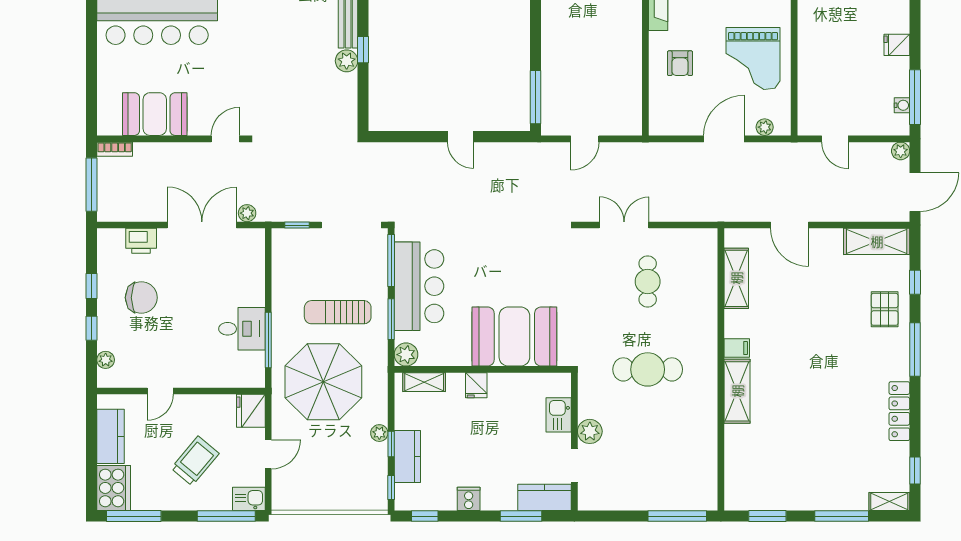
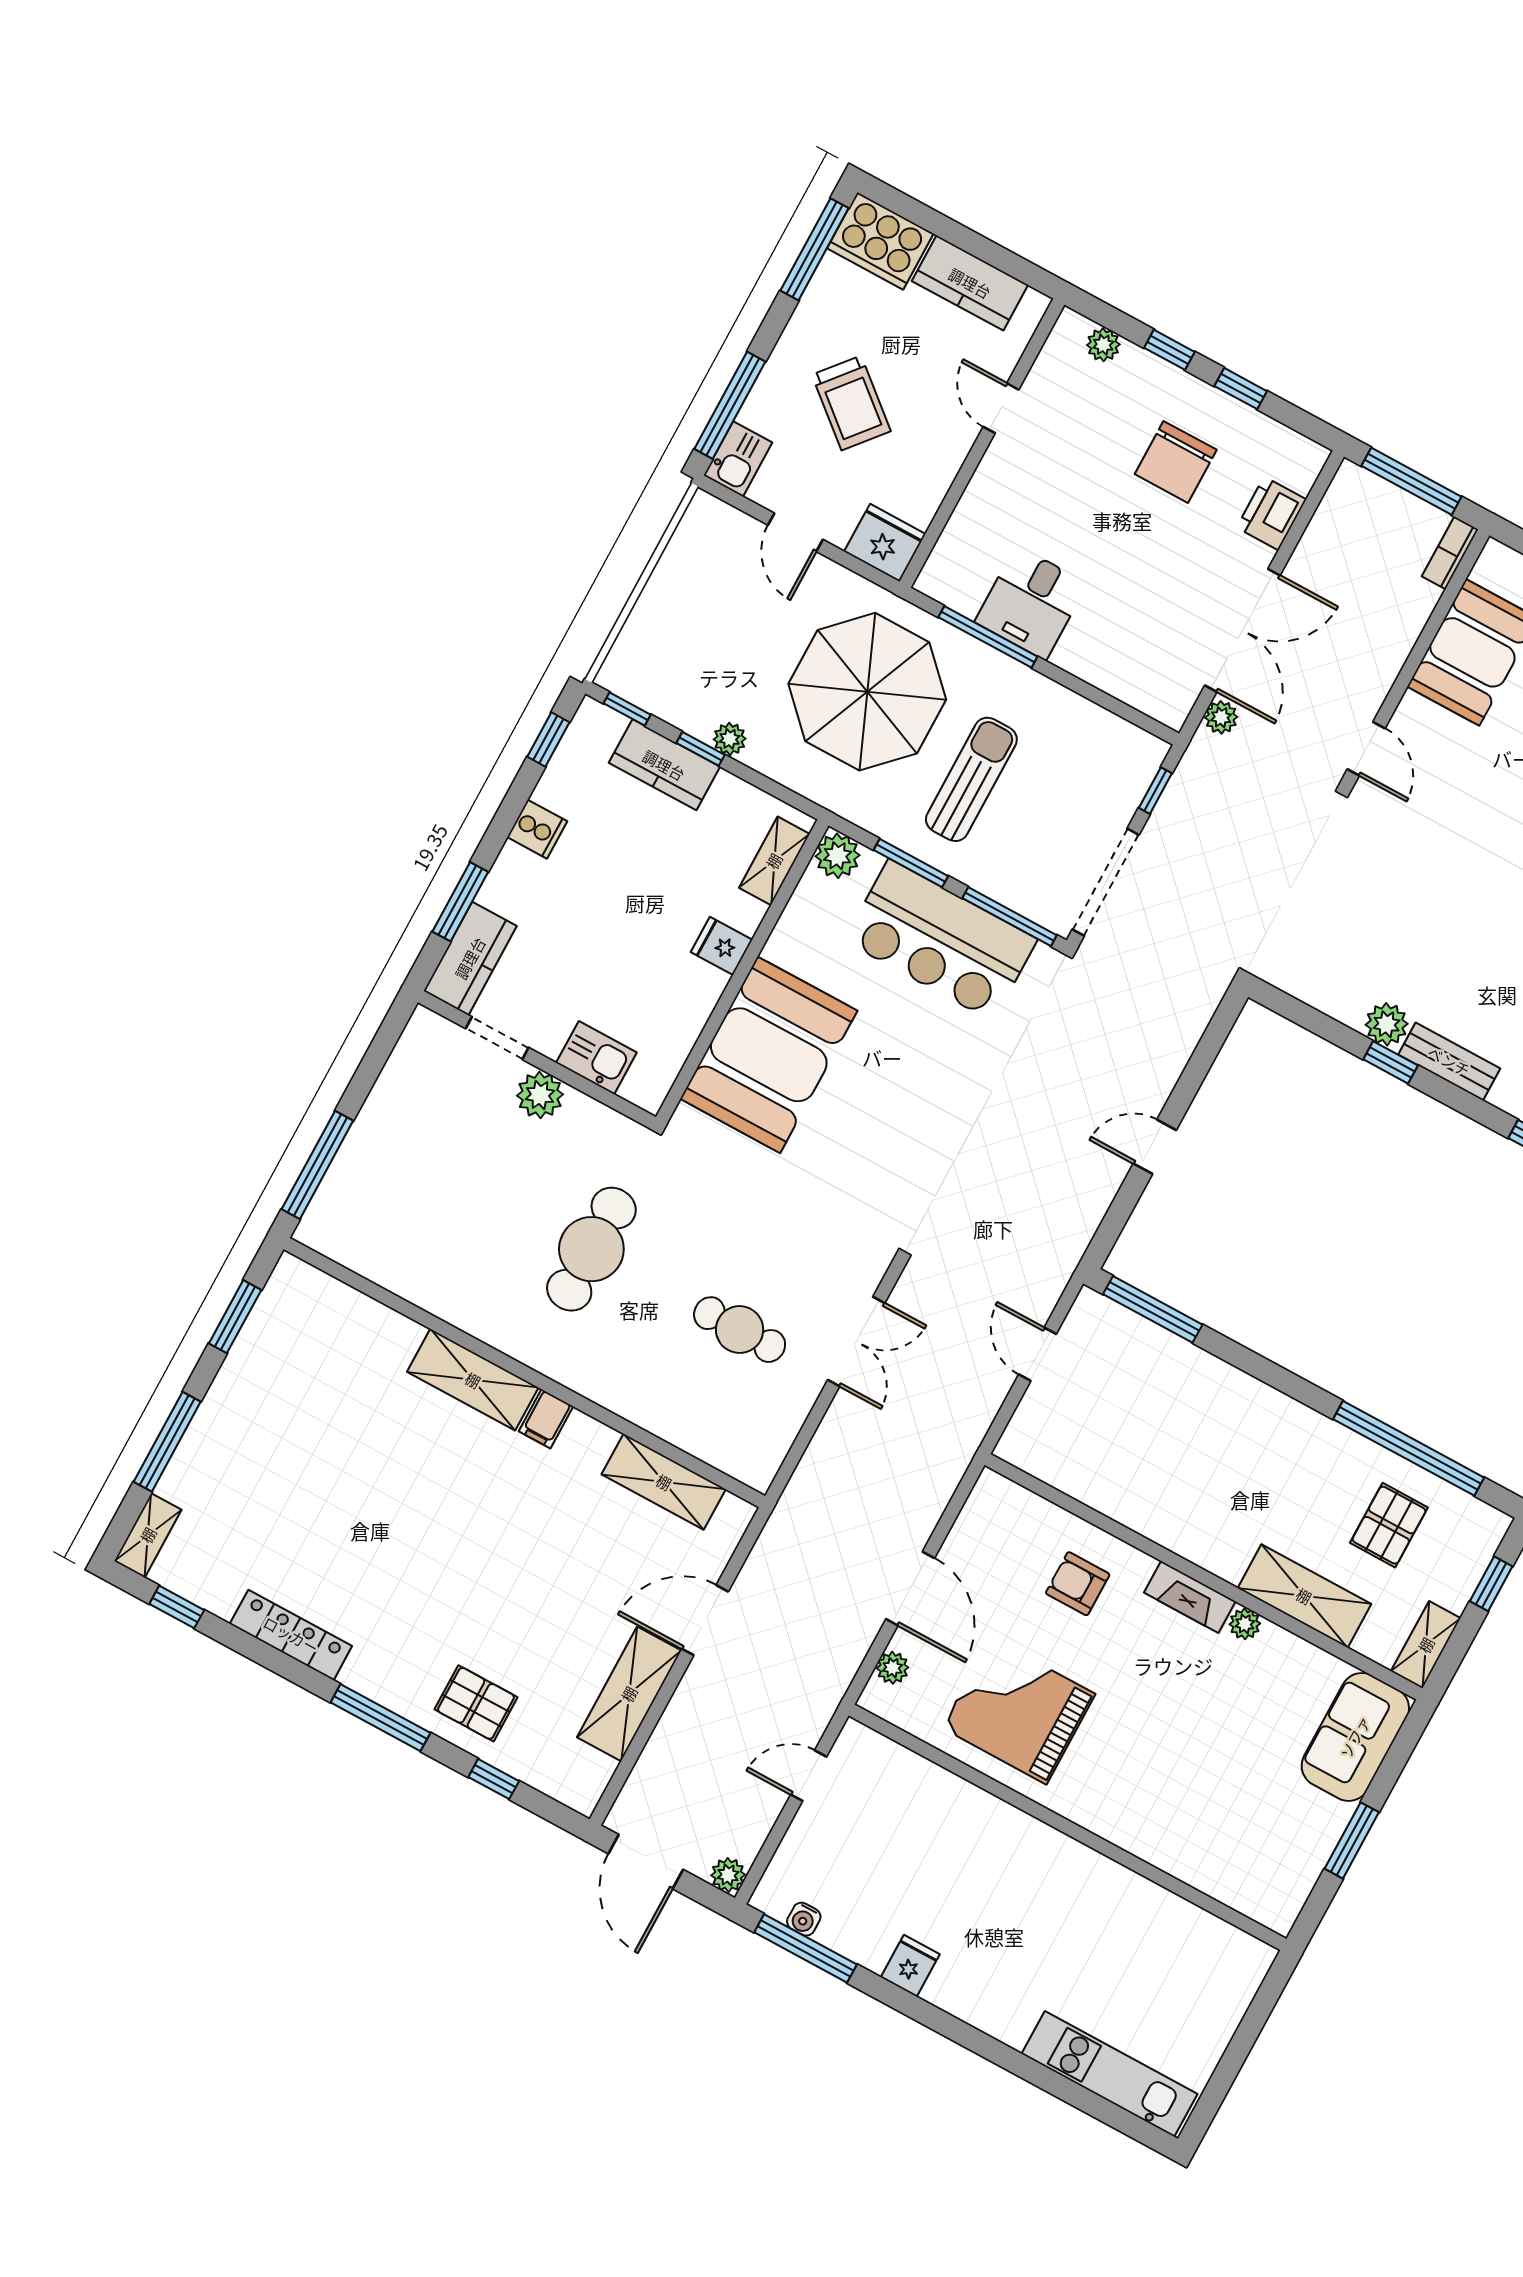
shelving: (877, 241) -> (629, 1694), moved

